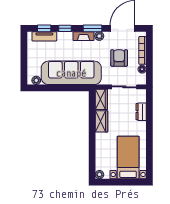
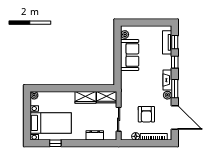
armchair: (119, 58) -> (146, 114), turned 90
sofa: (71, 73) -> (130, 55), width x0.54, depth x0.79
window: (149, 153) -> (55, 143), added

